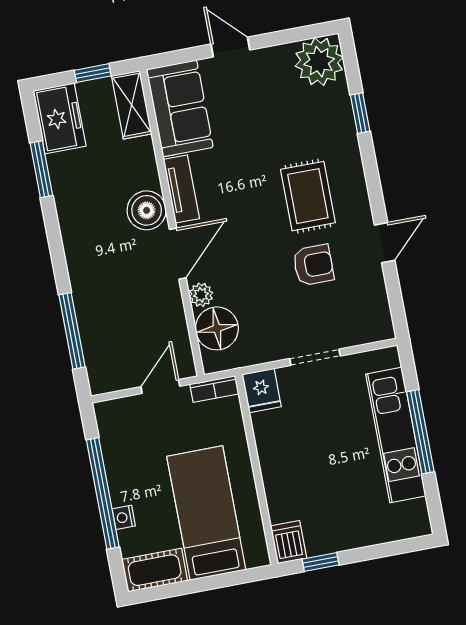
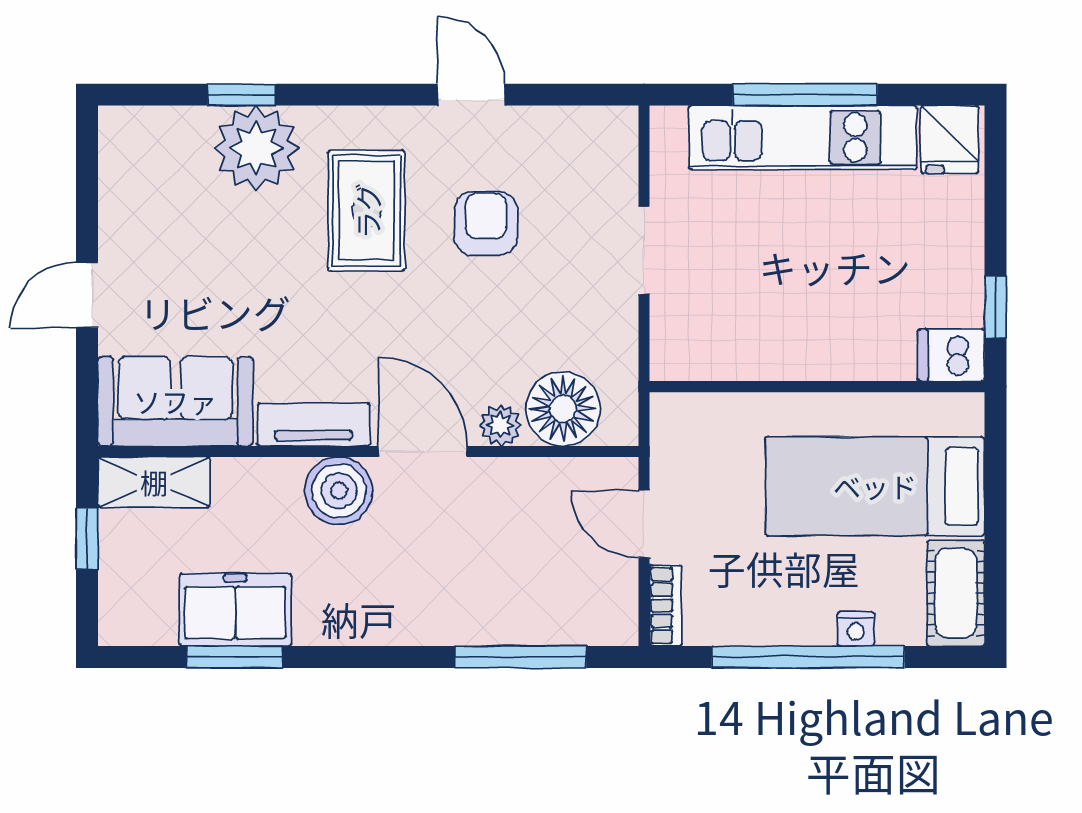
plant: (319, 62) -> (256, 148), moved
freezer: (59, 118) -> (235, 610), moved
rug: (308, 196) -> (367, 211), turned 90
bookcase: (214, 389) -> (666, 606), moved
fridge: (261, 390) -> (950, 140), moved, turned 90

